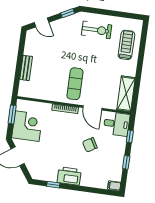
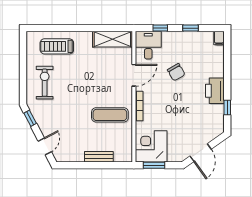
exercise mat: (75, 84) -> (110, 115), moved
corner desk: (27, 126) -> (151, 146), moved

